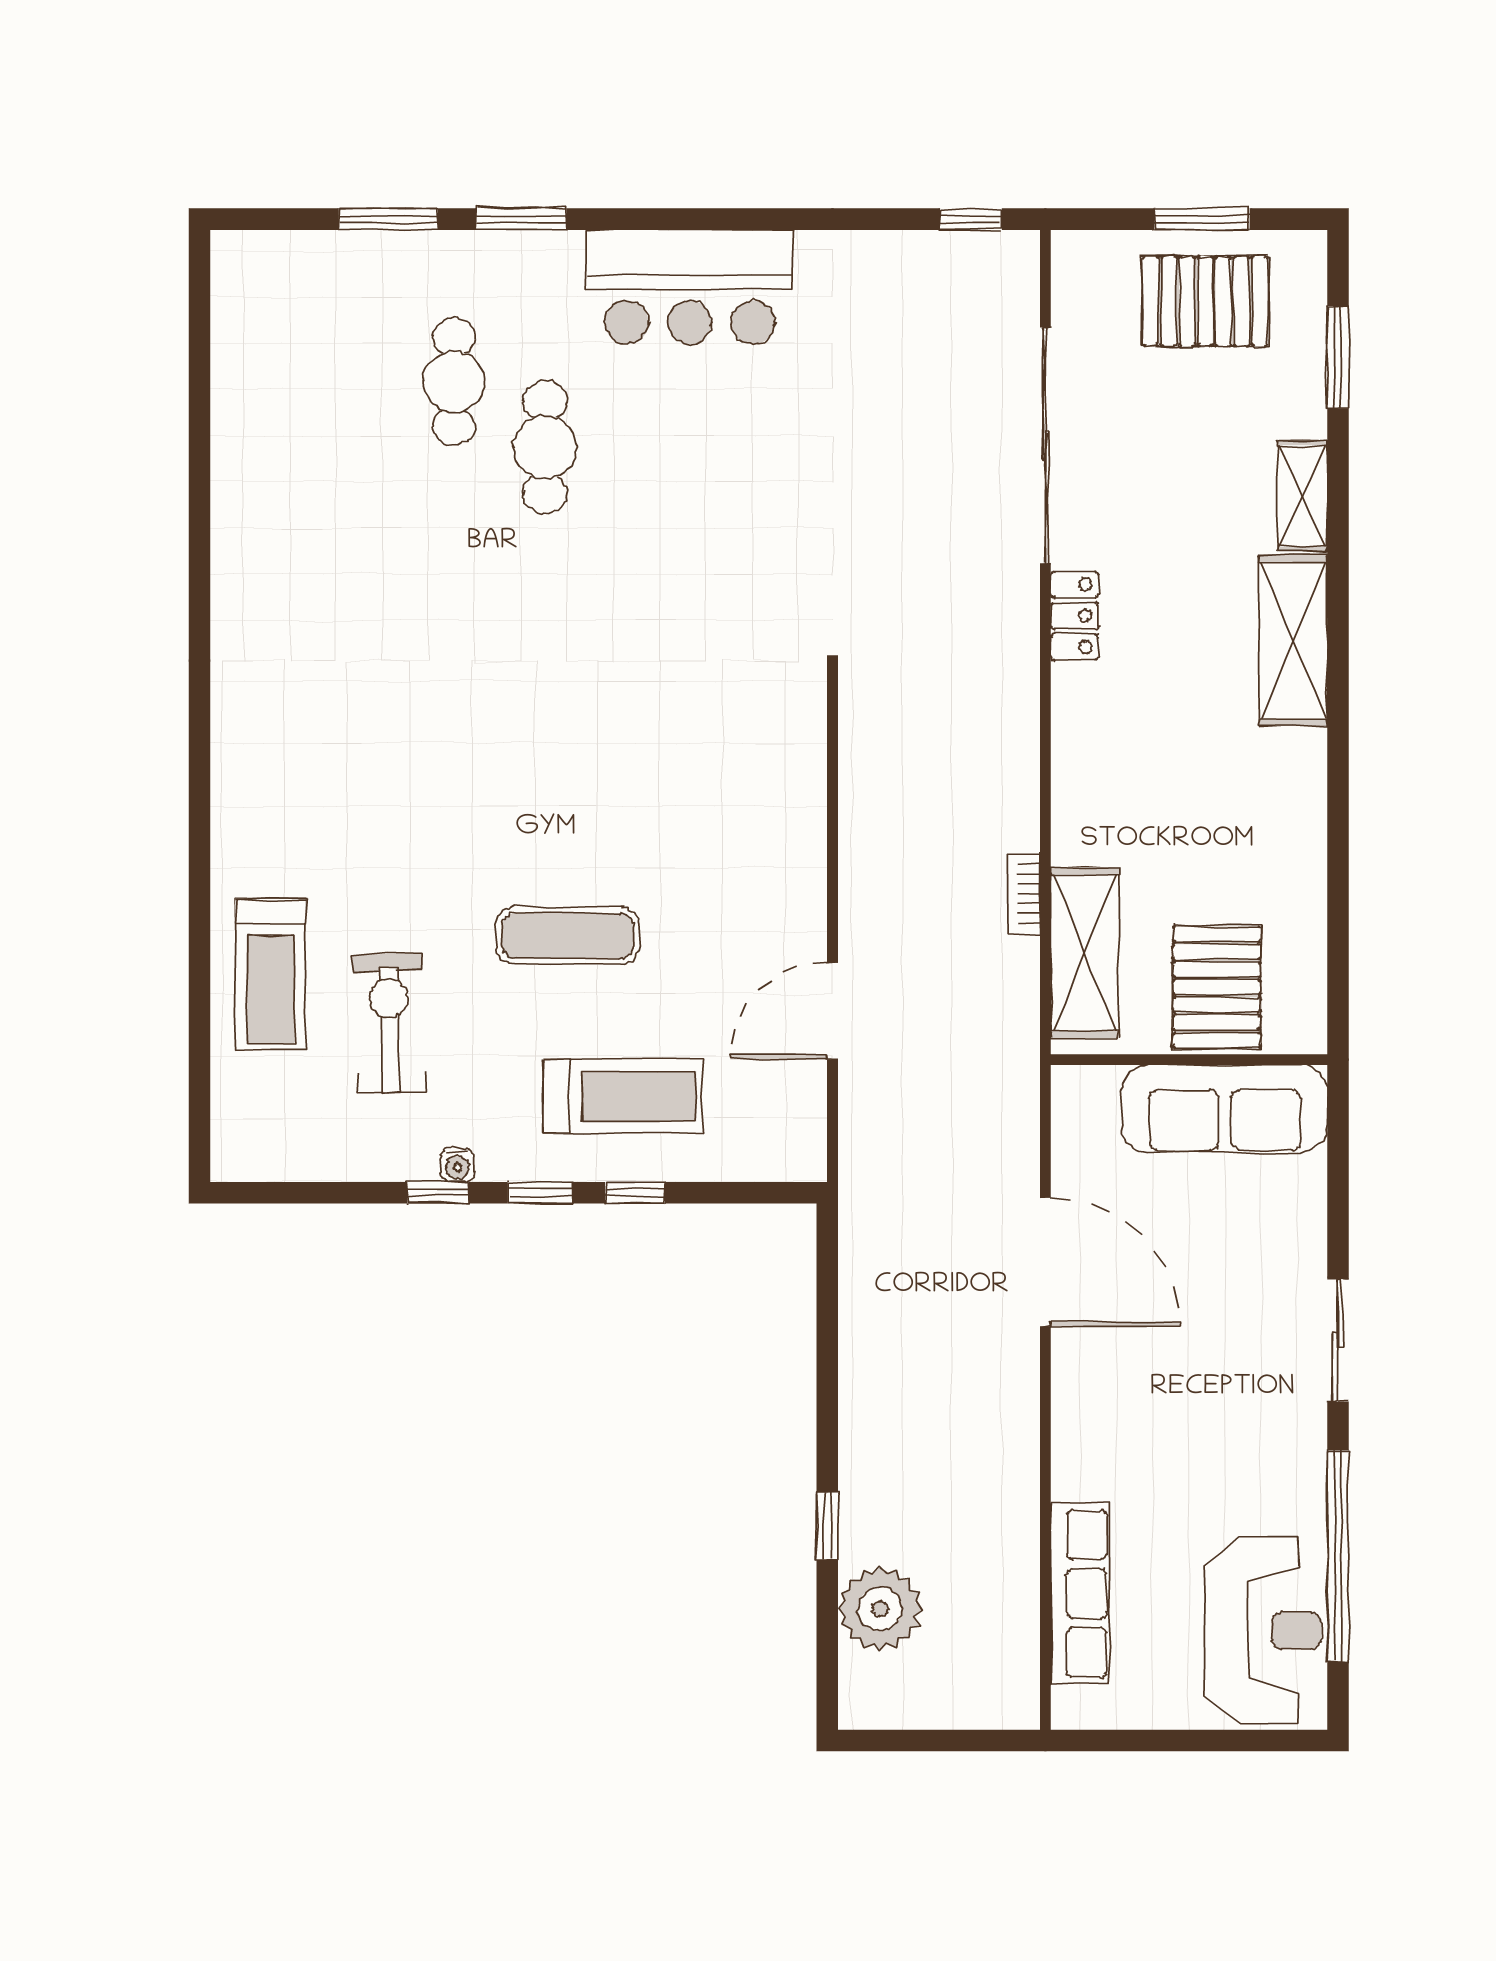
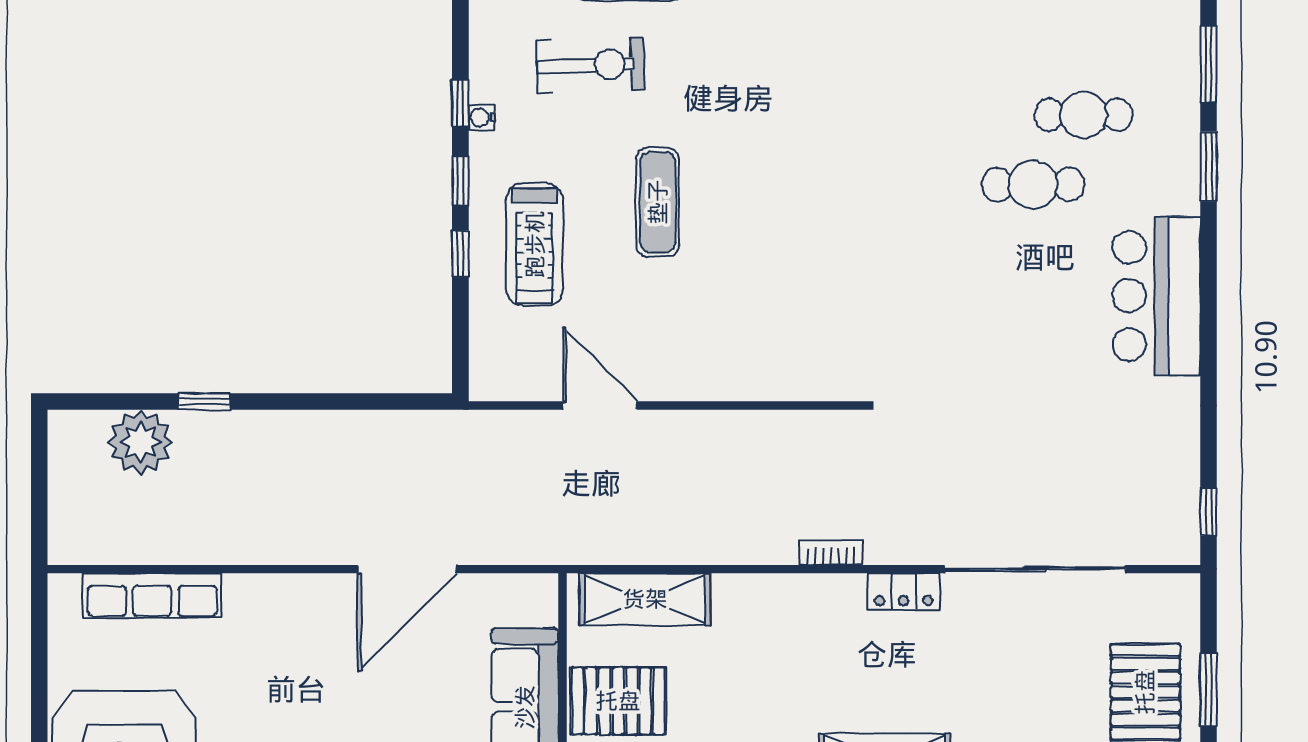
bookcase: (1023, 893) -> (831, 552), moved

